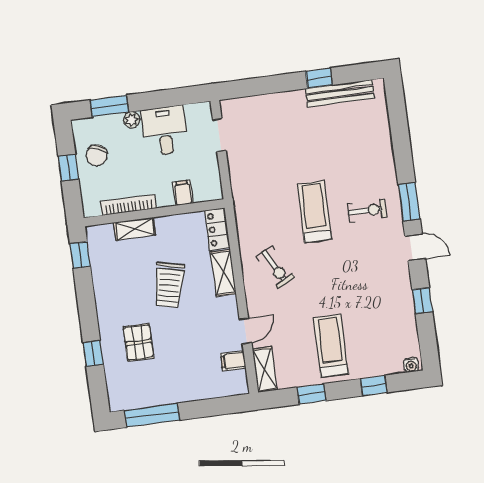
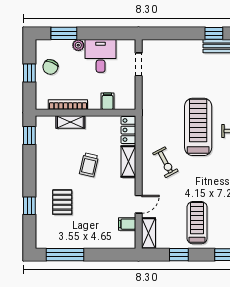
treadmill: (314, 212) -> (198, 127), width x1.37, depth x1.38
trolley: (169, 285) -> (89, 165), width x0.73, depth x0.72

